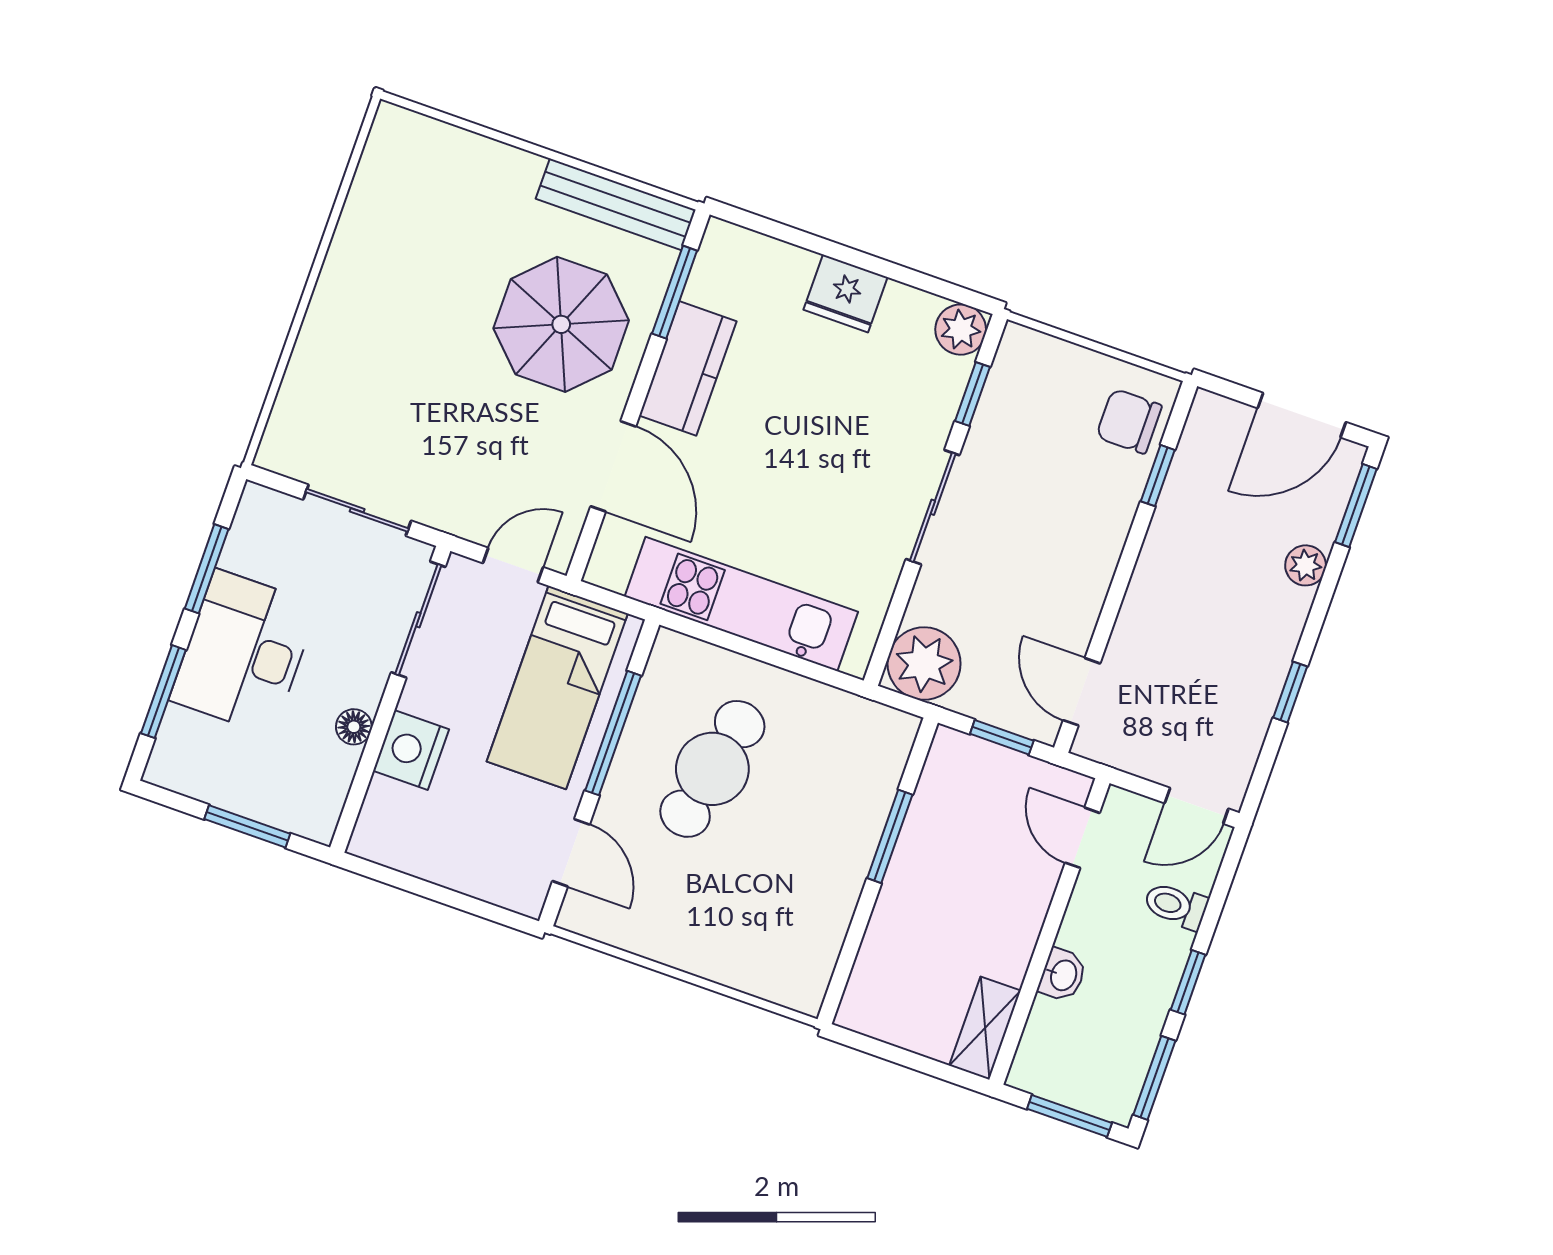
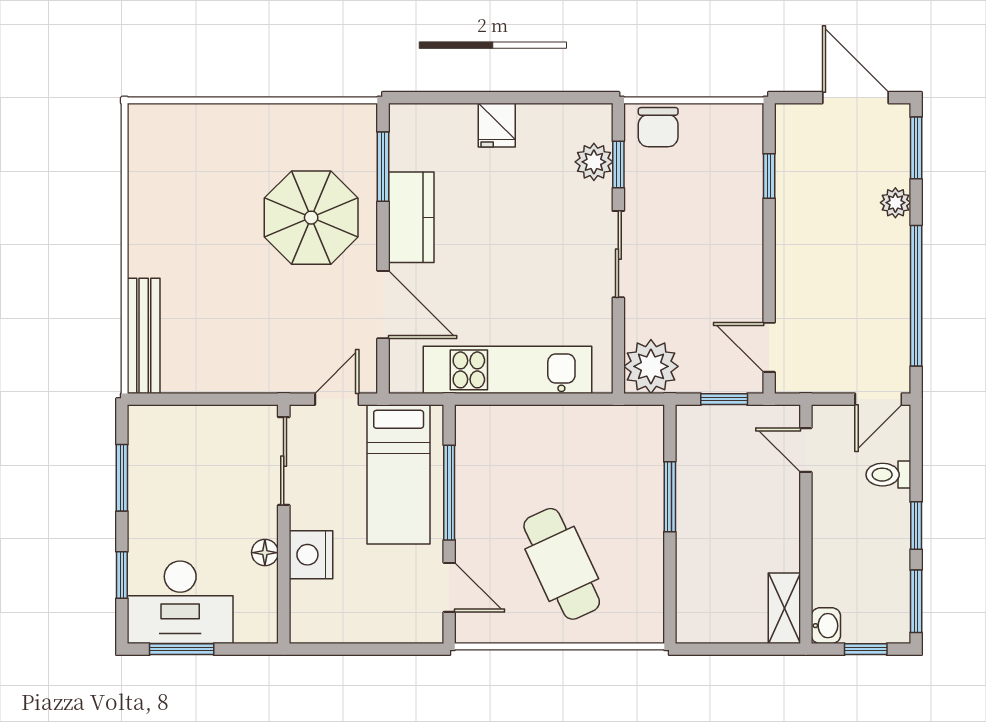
bench: (616, 204) -> (144, 336), moved, turned 90
fridge: (845, 293) -> (497, 125), width x0.72
plant: (961, 330) -> (594, 162), moved
door: (1302, 415) -> (855, 98), swing flipped
chair: (1129, 421) -> (658, 127), moved, turned -90
sliding door: (357, 510) -> (213, 399), removed
desk: (244, 652) -> (180, 602), moved, turned -90
window: (163, 692) -> (122, 575), width x0.67
window: (1290, 692) -> (916, 296), width x3.17
cafe table: (712, 769) -> (562, 564), moved, turned -37
window: (247, 826) -> (182, 649), moved
washbasin: (1063, 975) -> (826, 626), moved
window: (1069, 1116) -> (866, 649), width x0.67

